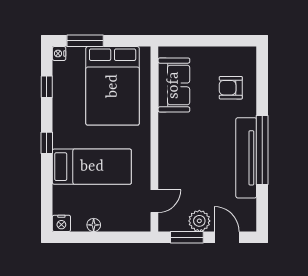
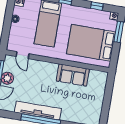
sofa: (174, 85) -> (73, 75), moved
armchair: (231, 88) -> (79, 109), removed

